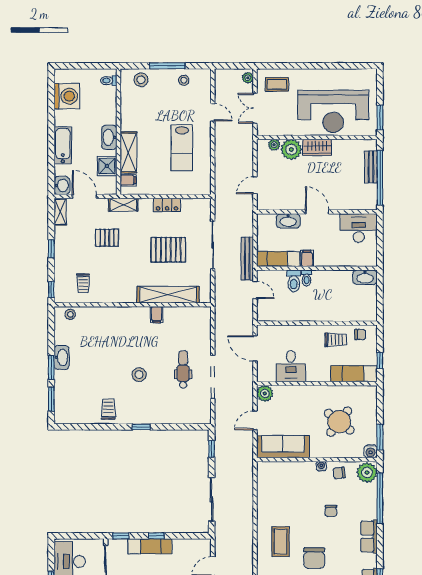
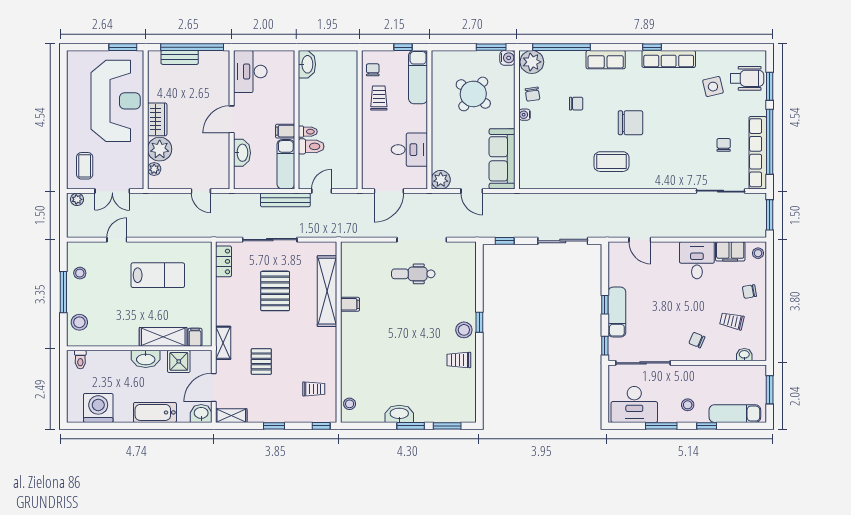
locker: (167, 205) -> (224, 261), moved
stool: (139, 375) -> (464, 330), moved

